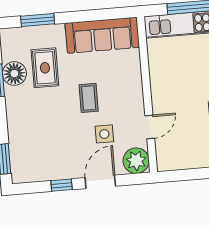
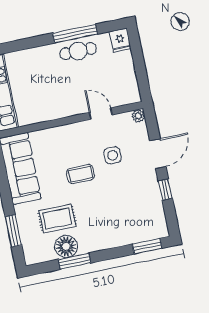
plant: (136, 161) -> (138, 116), width x0.53, depth x0.53
door: (100, 182) -> (158, 154), swing flipped

